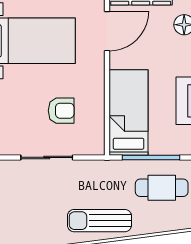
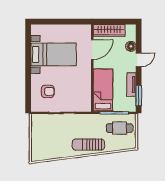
armchair: (61, 111) -> (48, 91), moved

